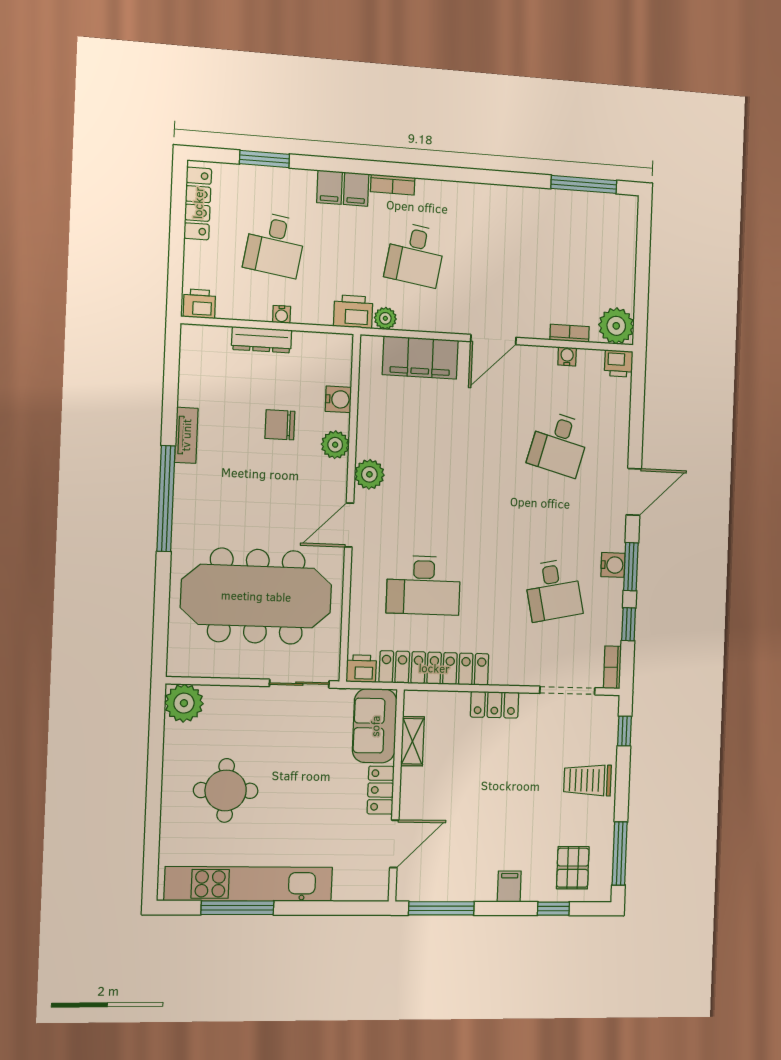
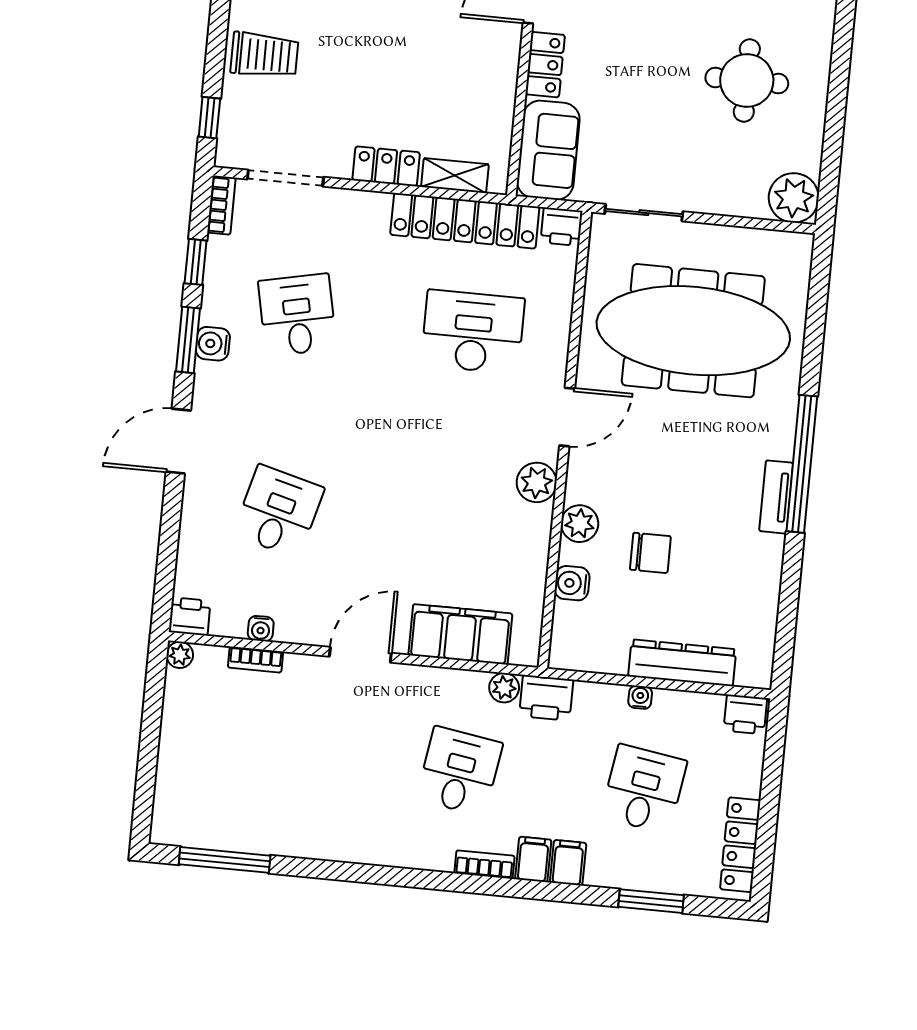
plant: (616, 326) -> (180, 655), width x0.53, depth x0.53
dresser: (262, 340) -> (682, 663), width x1.37, depth x1.24
tv unit: (186, 435) -> (776, 497), moved
shelving: (412, 741) -> (455, 176), moved, turned 90

